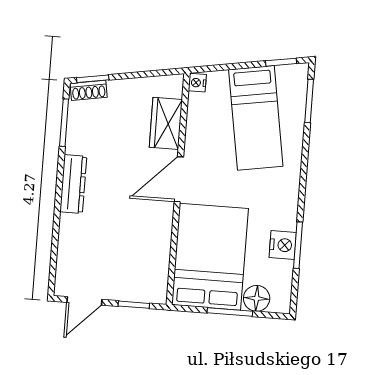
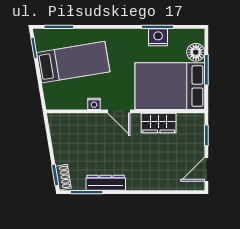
nightstand: (197, 83) -> (94, 104), moved
wardrobe: (166, 123) -> (159, 123), moved
door: (179, 179) -> (119, 111), width x0.73
dresser: (73, 184) -> (106, 183), moved
door: (84, 301) -> (206, 169), swing flipped

